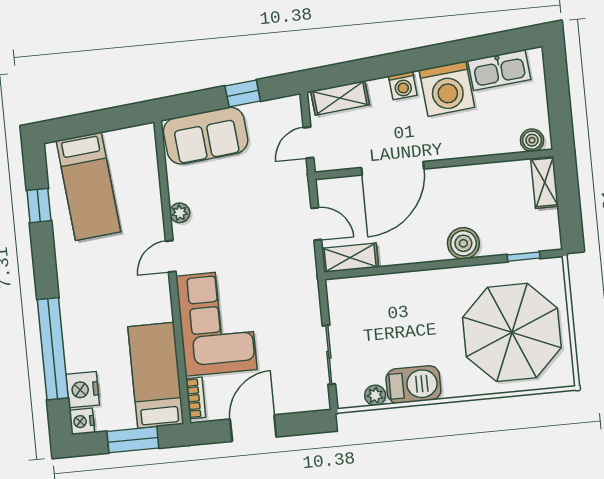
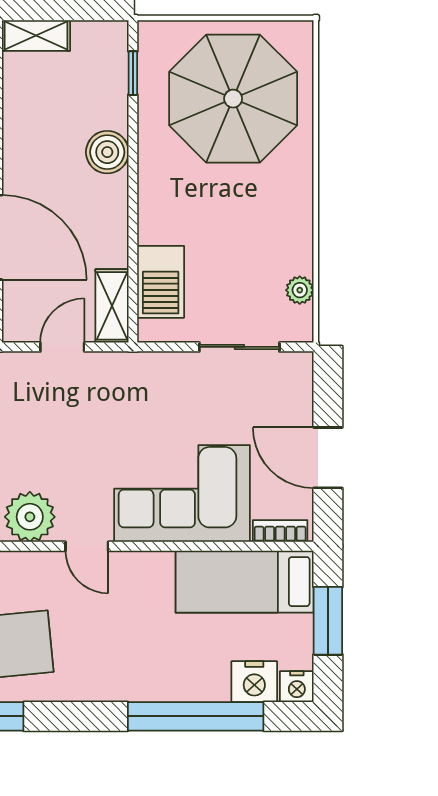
plant: (180, 213) -> (30, 517), width x1.88, depth x1.88
barbecue: (413, 385) -> (161, 282), moved, turned 180

